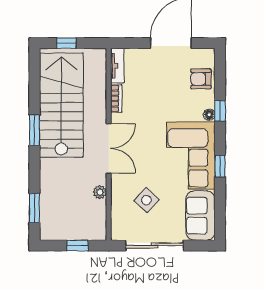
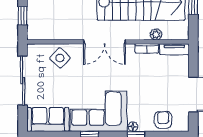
plant: (100, 192) -> (156, 35), moved
side table: (146, 200) -> (60, 58), moved

